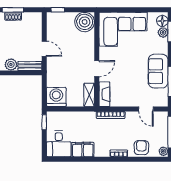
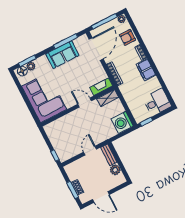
boiler: (85, 22) -> (54, 130), removed
door: (146, 109) -> (96, 49), width x1.88
filing cabinet: (83, 150) -> (146, 70), moved

